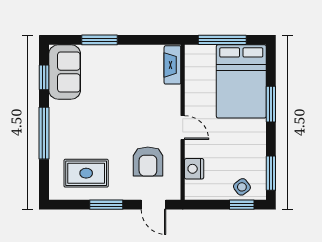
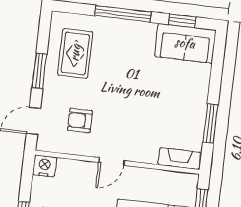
window: (99, 40) -> (210, 123), moved
armchair: (148, 161) -> (80, 120), width x0.72, depth x0.72
nightstand: (194, 169) -> (44, 166), moved

